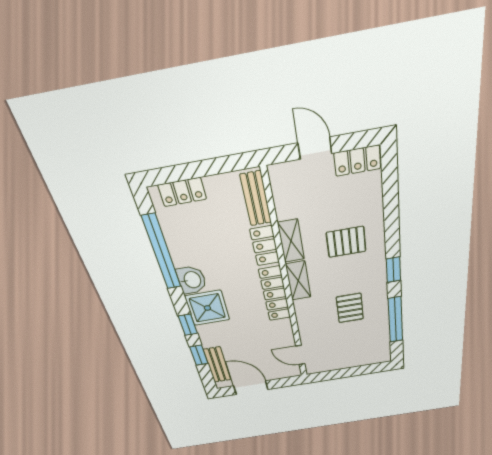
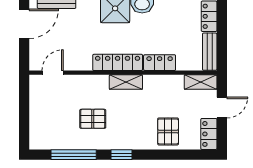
bench: (256, 199) -> (210, 52), moved, turned 90
shelving: (291, 241) -> (201, 82), moved
pallet: (346, 242) -> (168, 131), moved

